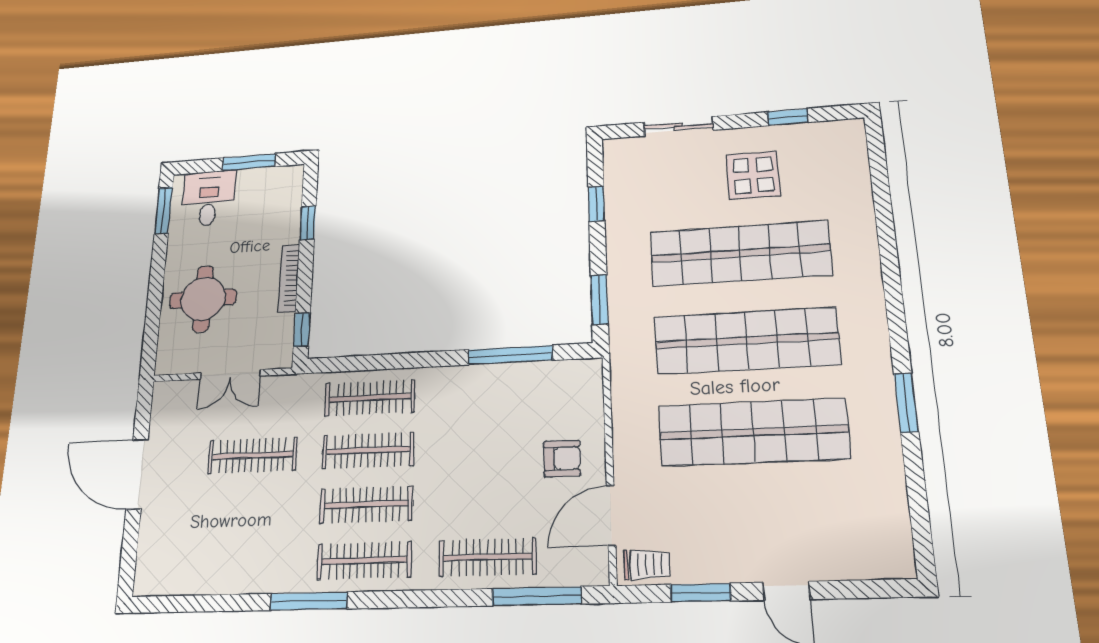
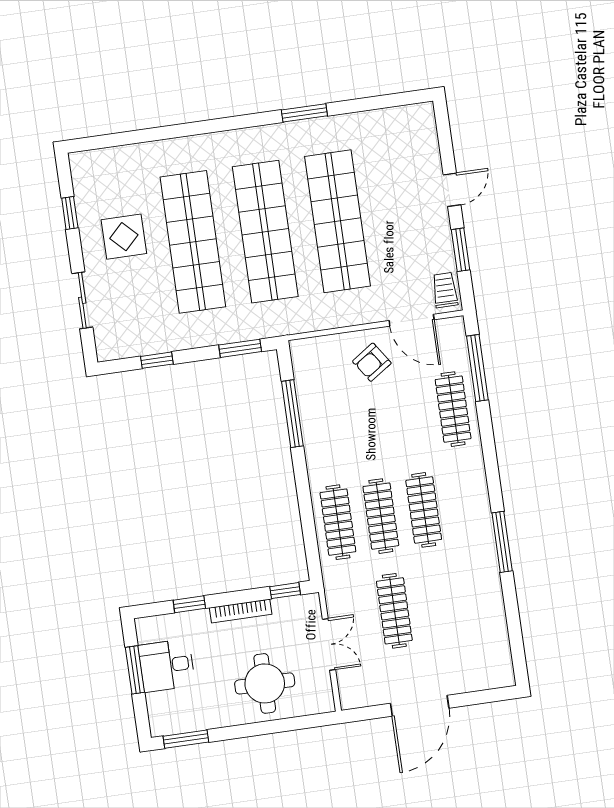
desk: (209, 198) -> (167, 665), moved
armchair: (562, 458) -> (372, 362), turned -124
clothes rail: (364, 560) -> (467, 504), removed

